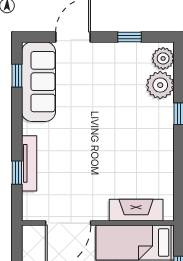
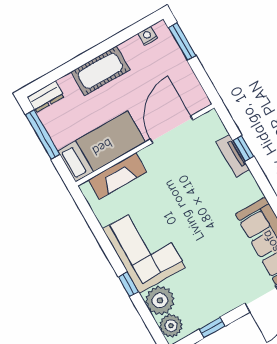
corner sofa: (148, 137) -> (144, 248), added
tv unit: (29, 163) -> (233, 156), width x0.71

